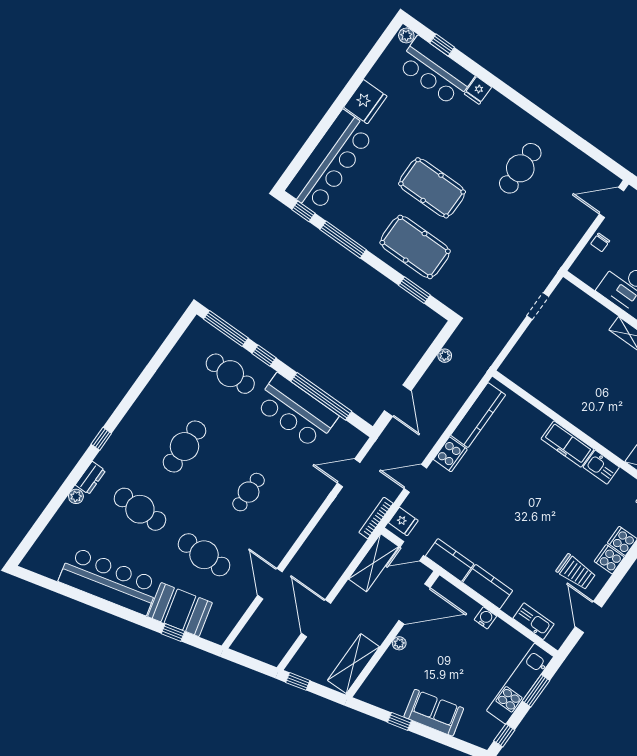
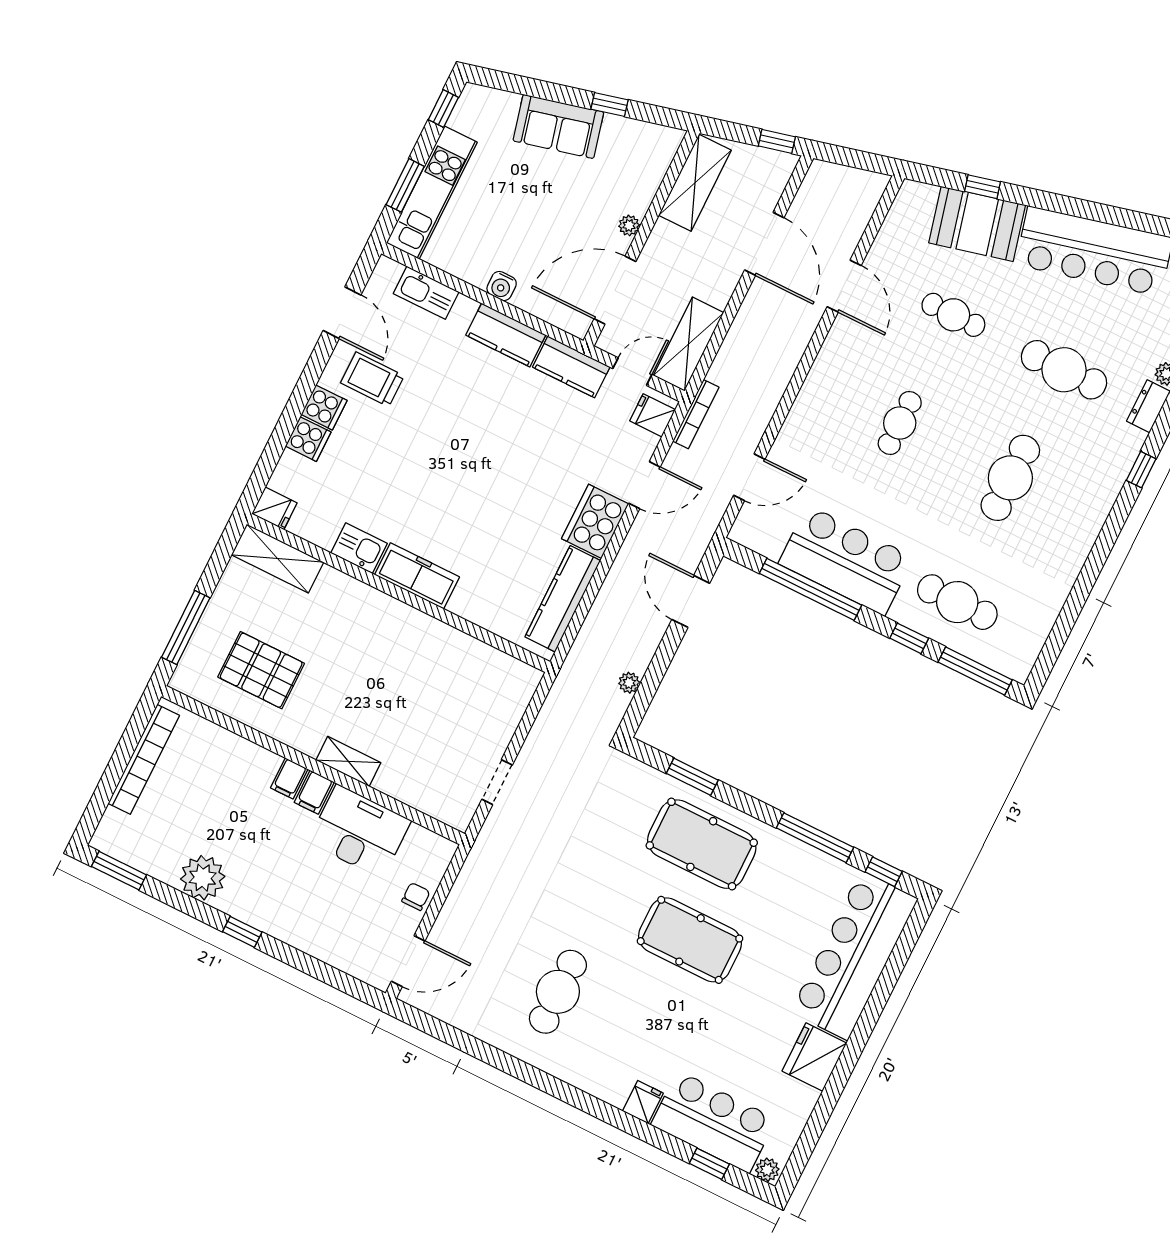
cooker: (450, 454) -> (595, 521), width x1.37, depth x1.31
cafe table: (204, 555) -> (953, 315), width x0.73, depth x0.74

